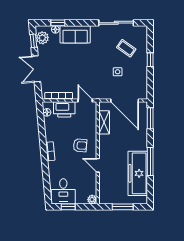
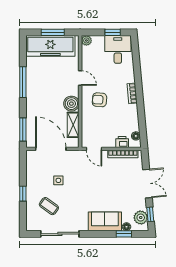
printer: (64, 109) -> (122, 142), width x0.53, depth x0.68
boiler: (106, 142) -> (71, 104), added
freezer: (138, 173) -> (50, 46), moved, turned 90

